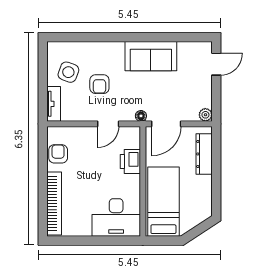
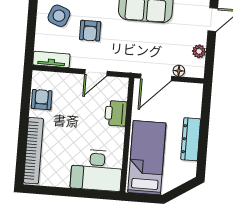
tv unit: (54, 104) -> (51, 59), moved, turned -90
plant: (205, 115) -> (199, 51), moved
floor lamp: (141, 116) -> (179, 71), moved
dresser: (204, 154) -> (191, 139), moved

